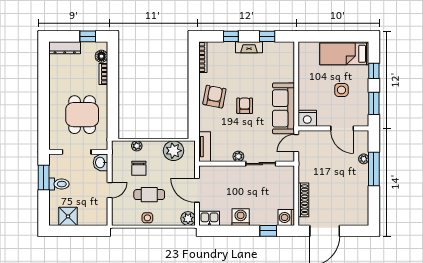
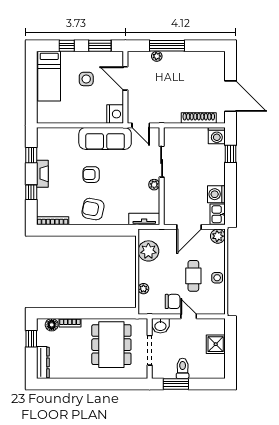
armchair: (245, 106) -> (91, 175), moved
dining table: (82, 115) -> (111, 345), width x1.37
door: (342, 128) -> (125, 78), swing flipped
chair: (139, 168) -> (173, 301), moved
shower: (68, 216) -> (216, 344), moved
washing machine: (241, 217) -> (216, 194), moved

